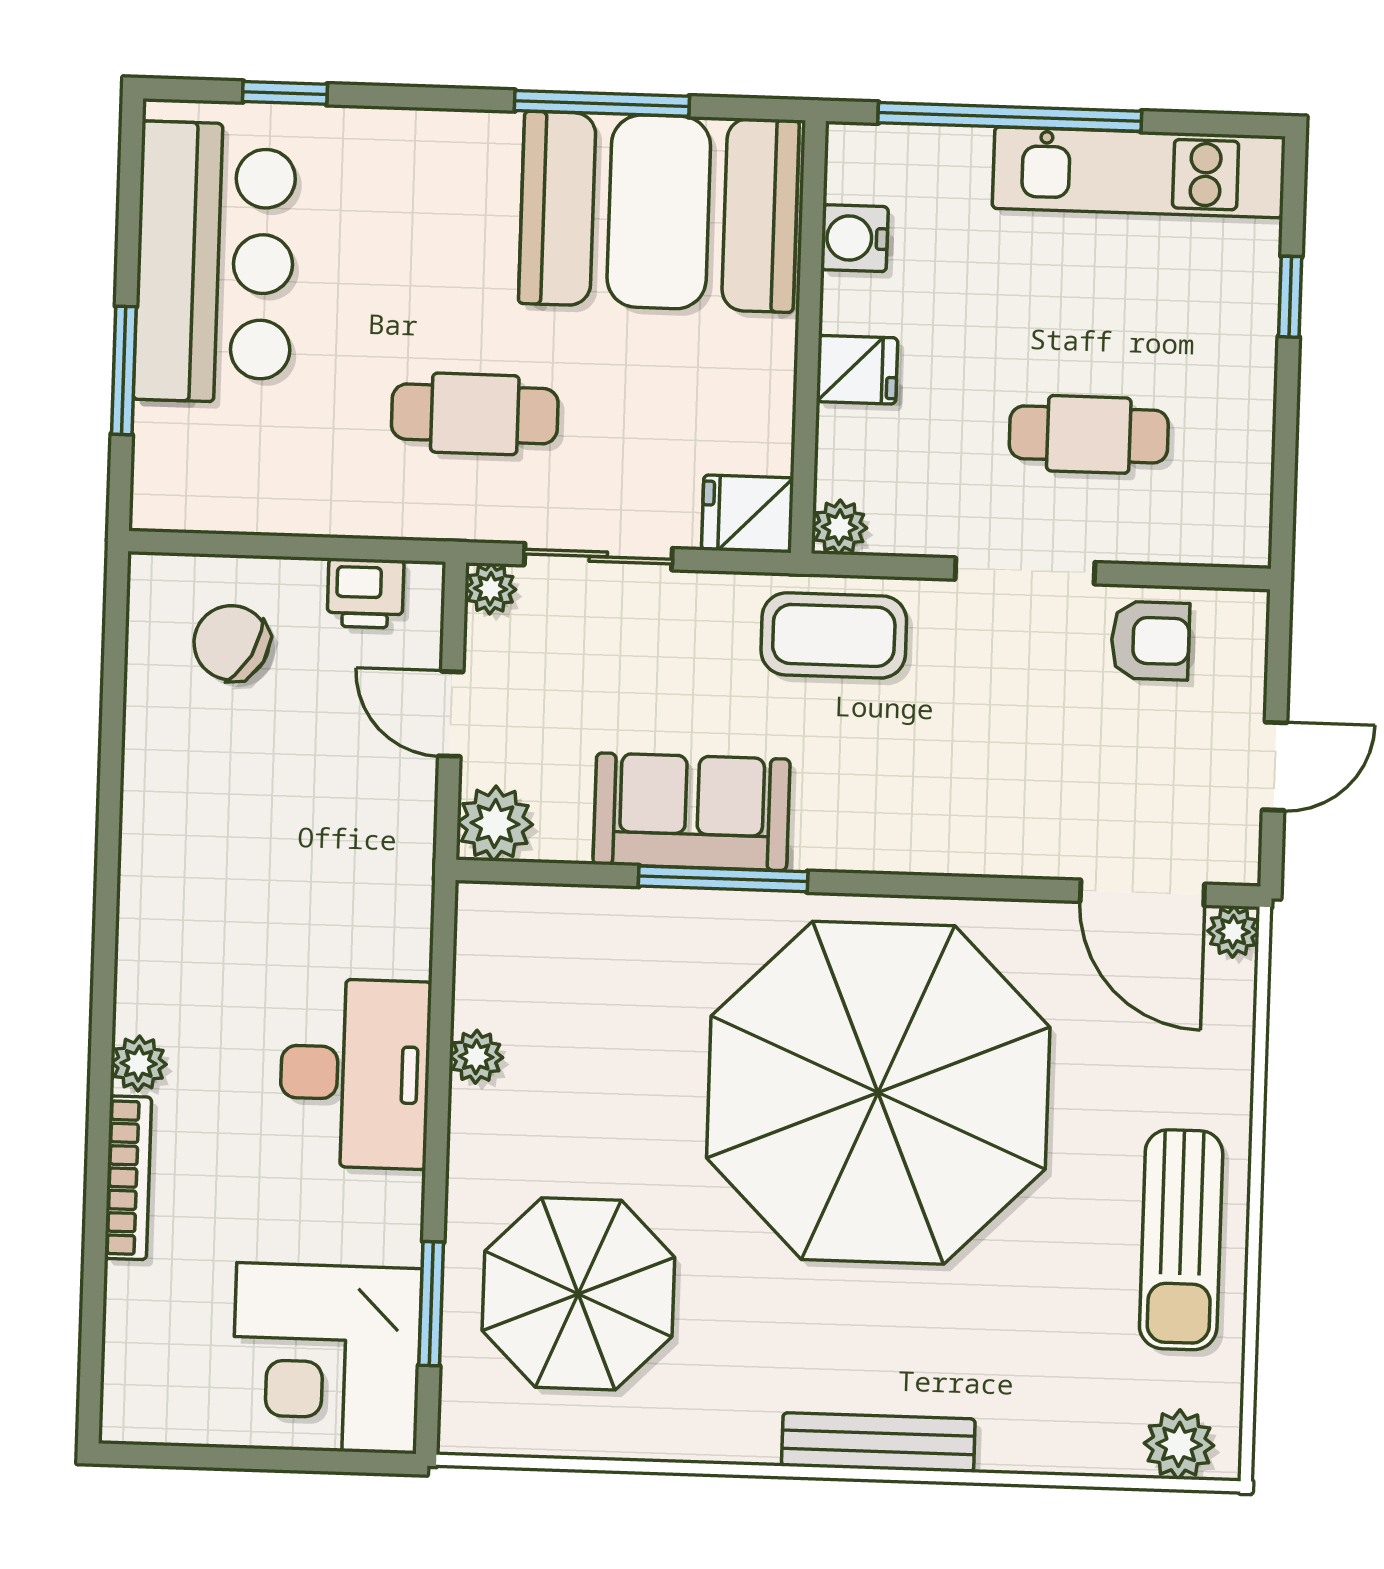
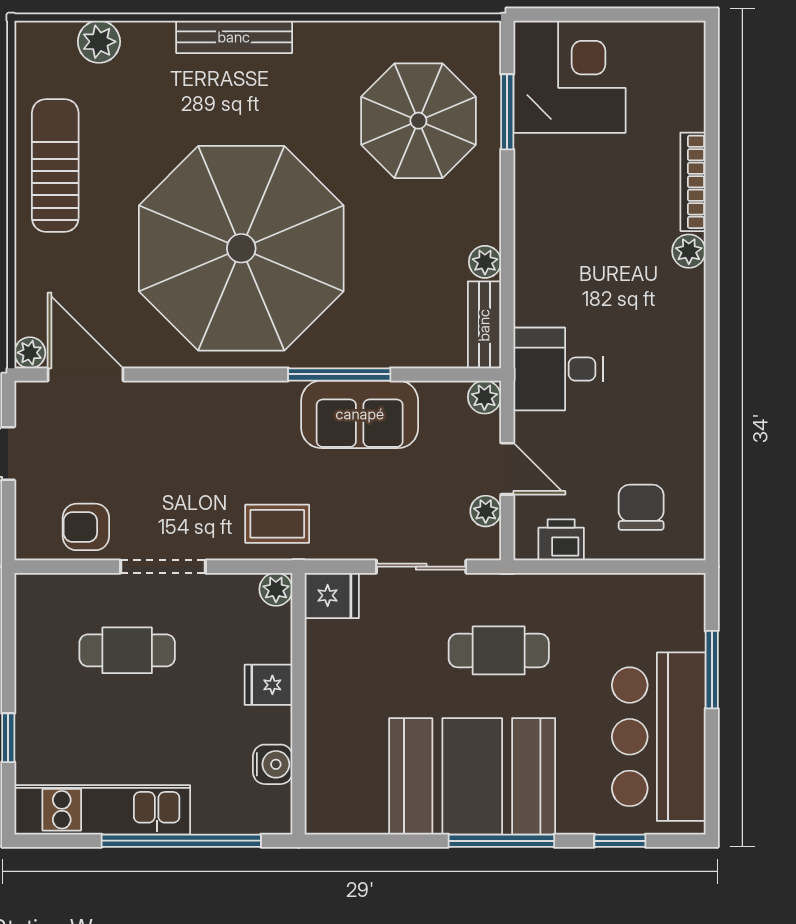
window: (602, 103) -> (501, 841), moved
booth: (659, 212) -> (472, 776), moved
plant: (491, 589) -> (486, 511), moved
coffee table: (834, 635) -> (277, 524), width x0.73, depth x0.77
chair: (231, 643) -> (641, 507), turned -119
plant: (495, 823) -> (484, 397), width x0.73, depth x0.73
bench: (480, 953) -> (484, 325), added
desk: (355, 1073) -> (558, 369), moved, width x0.73
plant: (1179, 1444) -> (99, 42), moved

